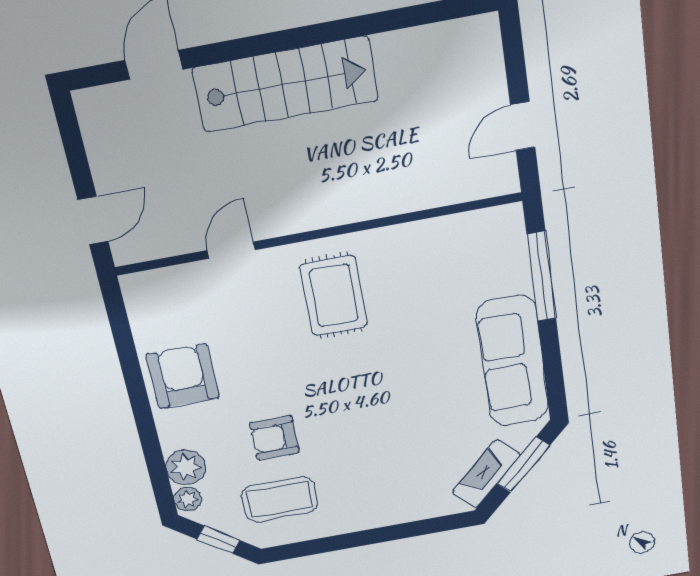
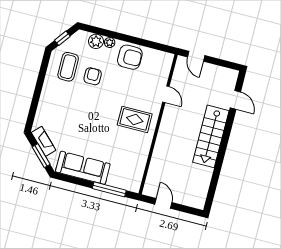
plant: (188, 499) -> (110, 43), moved

